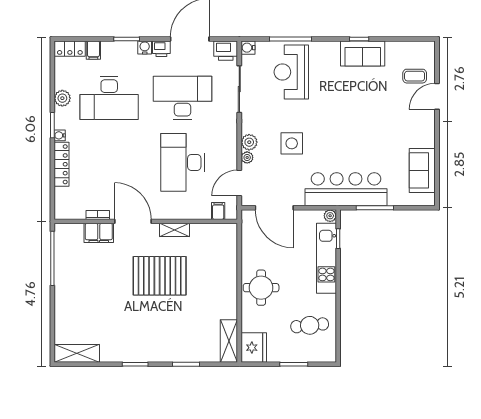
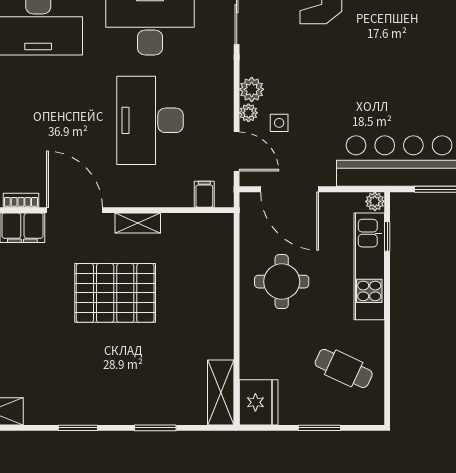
side table: (292, 143) -> (279, 123), moved, width x0.54, depth x0.54
door: (239, 183) -> (237, 152), swing flipped
round table: (261, 288) -> (282, 282), moved
cafe table: (310, 325) -> (344, 368), turned 31

